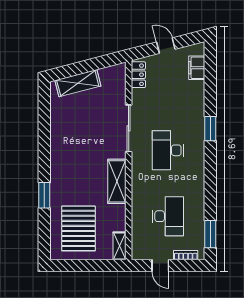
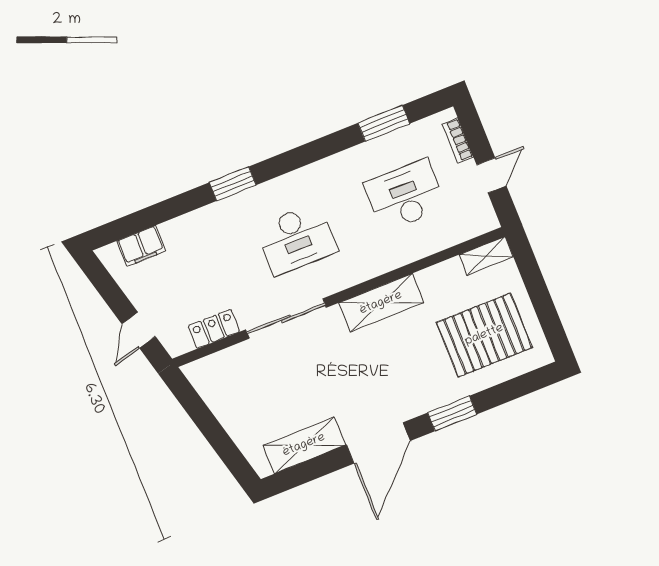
door: (166, 46) -> (139, 330), moved
locker: (138, 75) -> (214, 329), moved
shelving: (78, 83) -> (304, 445), moved, turned -75
door: (44, 151) -> (378, 443), added
window: (210, 234) -> (384, 123), moved

